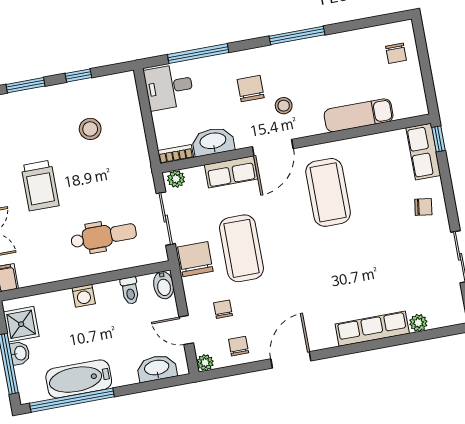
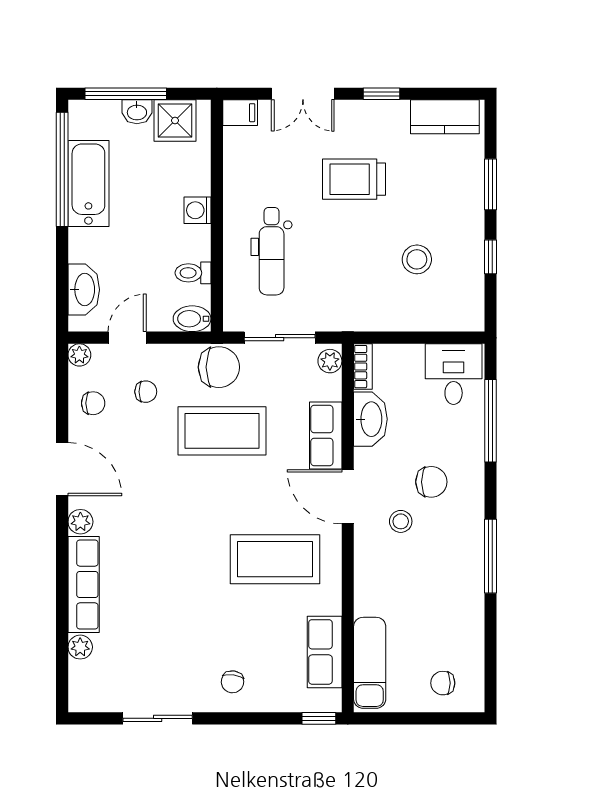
exam couch: (359, 115) -> (370, 663), moved
row of seats: (423, 152) -> (325, 652), moved, turned -90
plant: (327, 339) -> (80, 522), added

